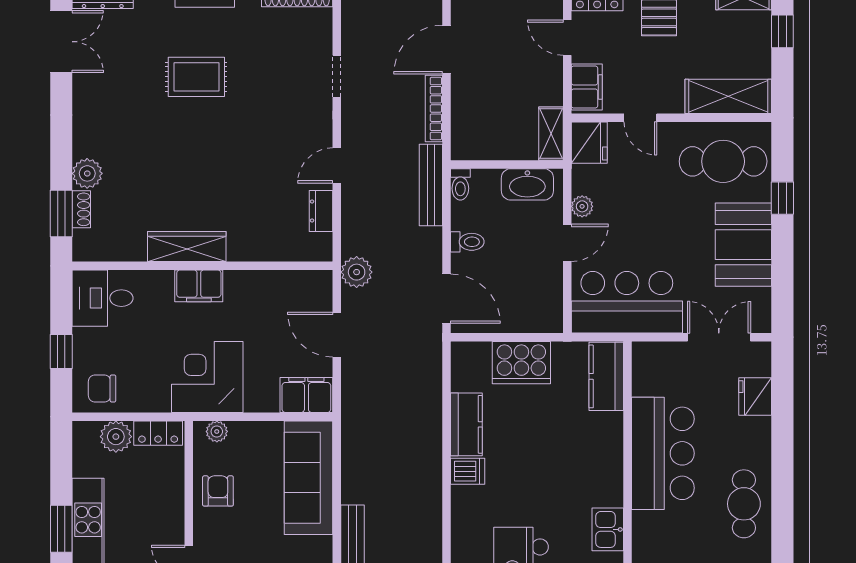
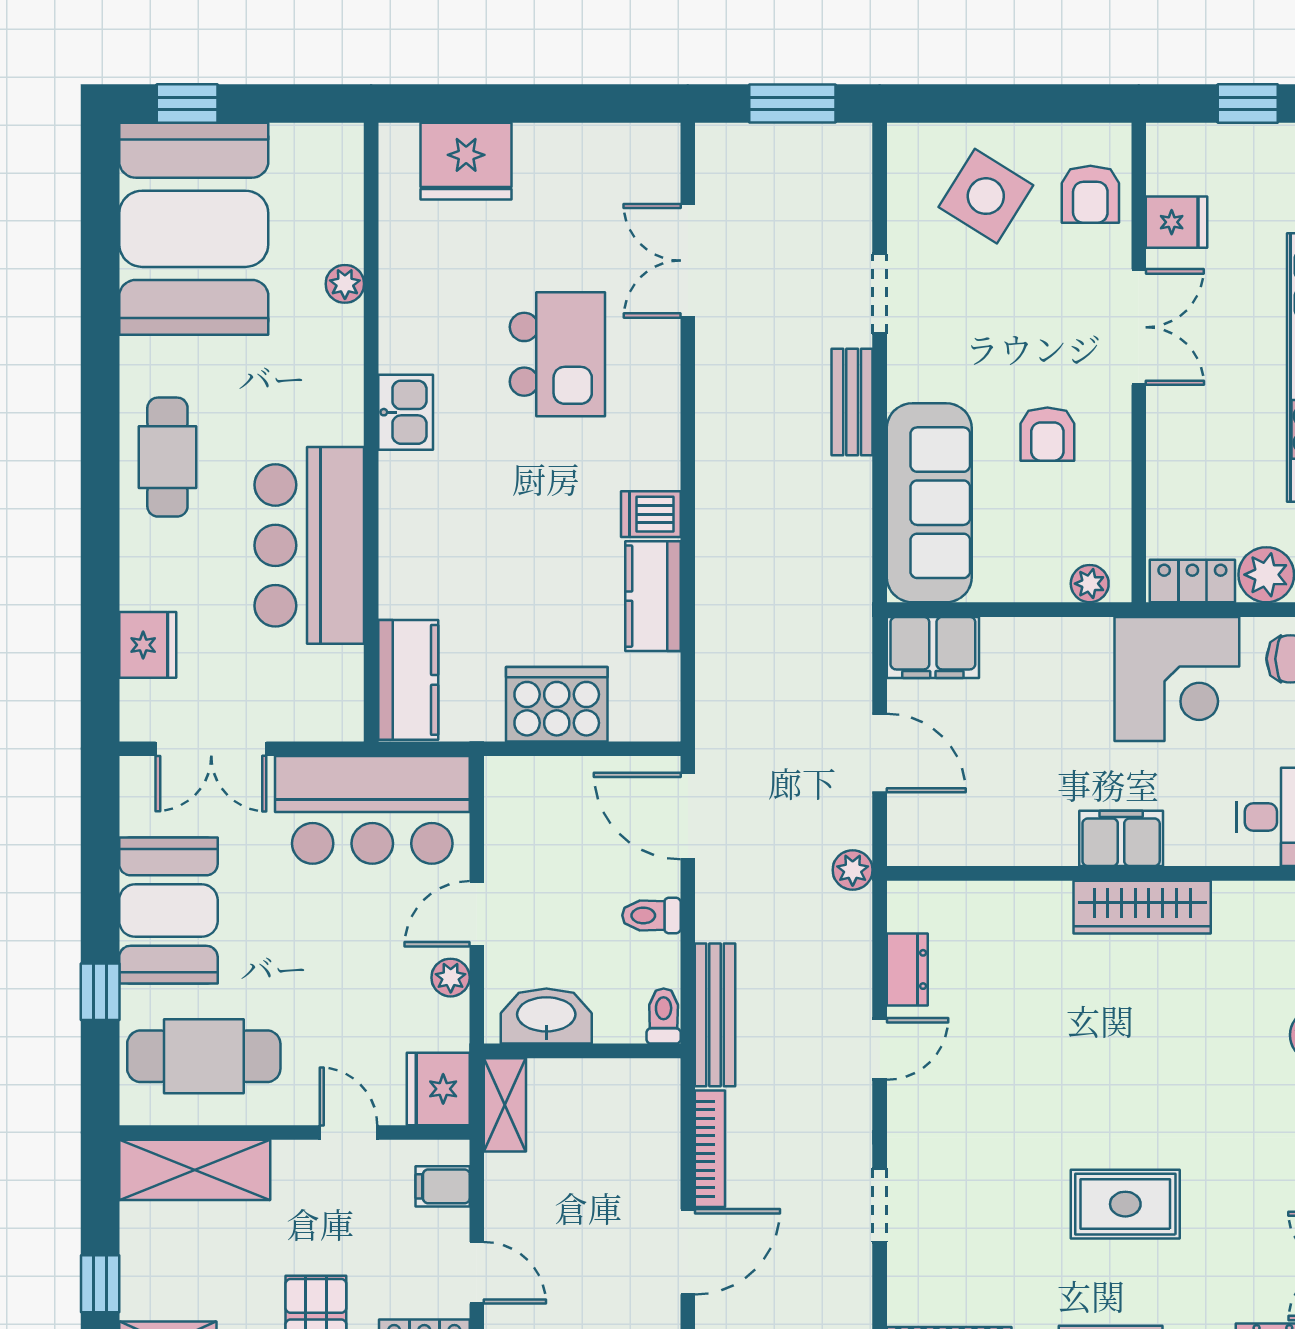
filing cabinet: (587, 87) -> (443, 1186), width x0.50
plant: (357, 272) -> (853, 870), width x0.73, depth x0.73
corner desk: (207, 377) -> (1177, 679), moved
armchair: (218, 491) -> (1047, 434), moved

